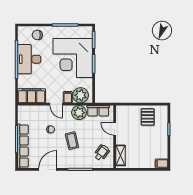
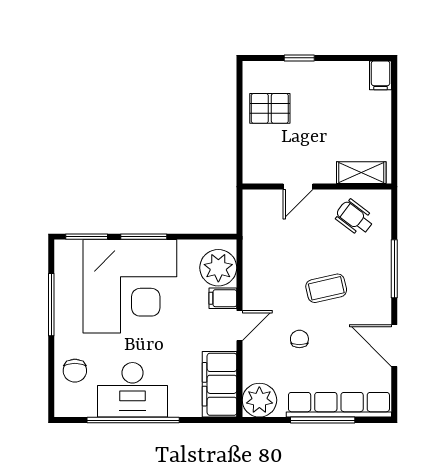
row of seats: (98, 111) -> (255, 226), removed
plant: (79, 113) -> (259, 400), moved

